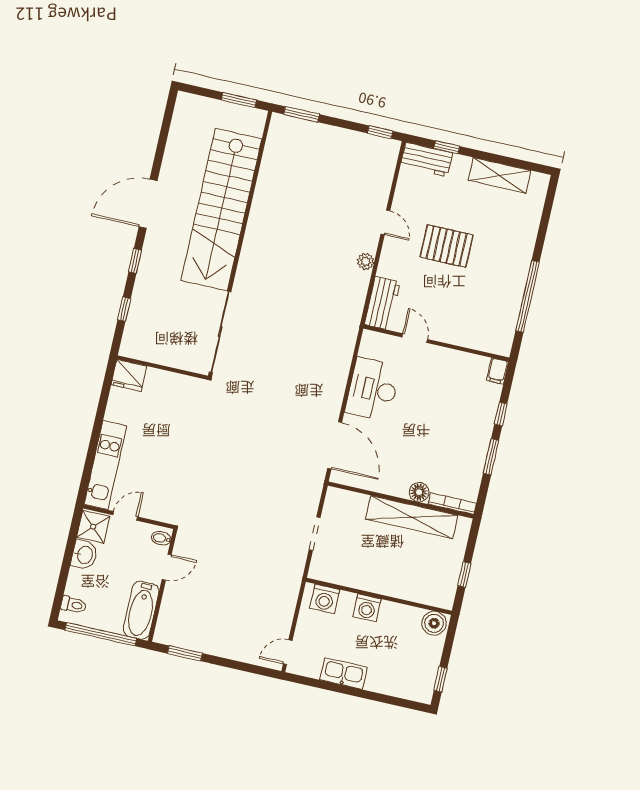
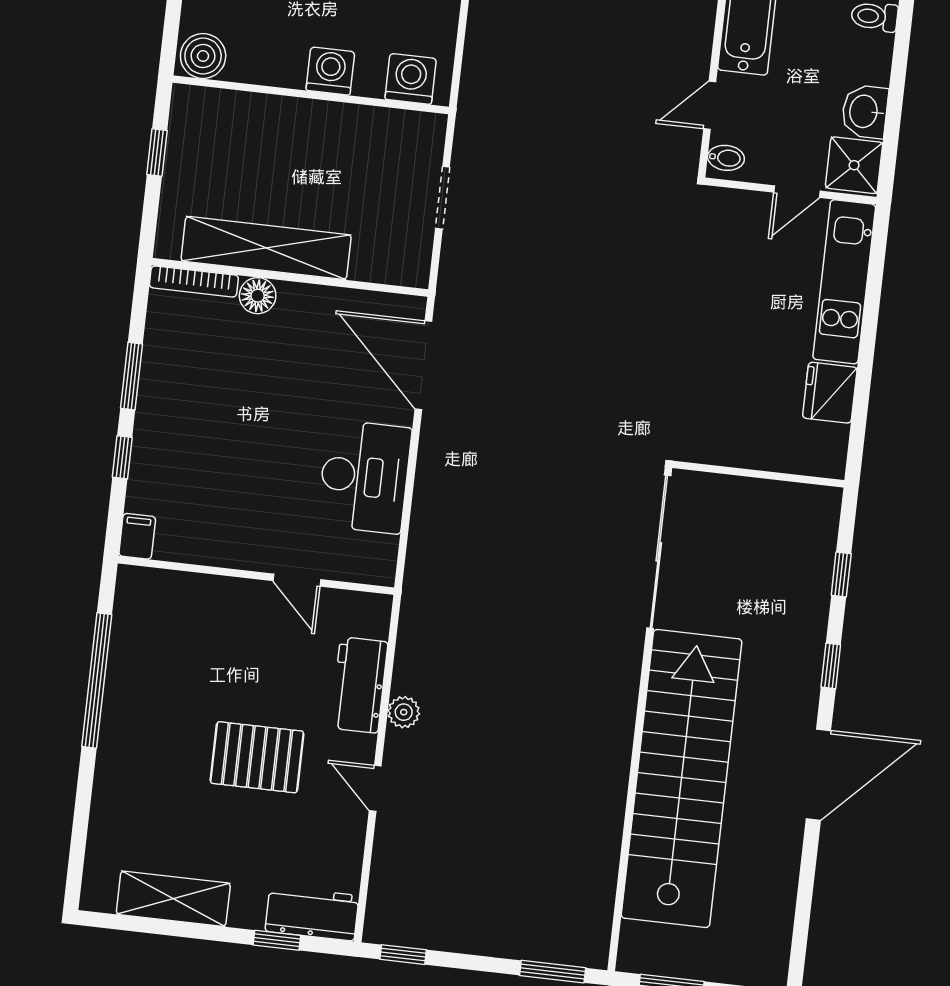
workbench: (382, 303) -> (359, 685), moved
fridge: (129, 375) -> (830, 393), moved, turned -90

